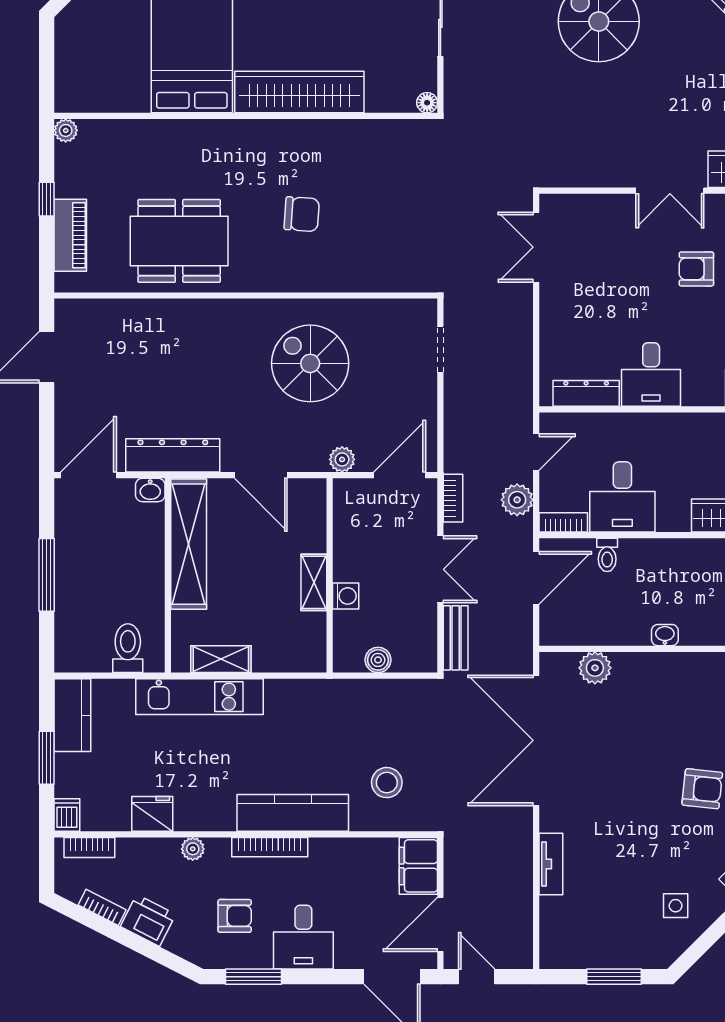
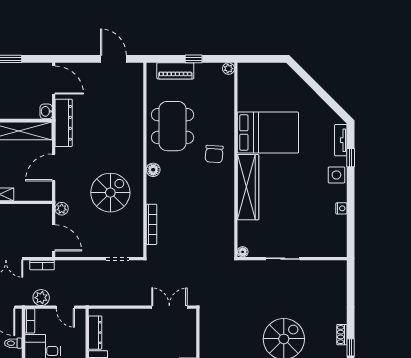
chair: (302, 214) -> (214, 154), moved
floor lamp: (265, 279) -> (153, 170), added
bookcase: (373, 282) -> (151, 224), added

